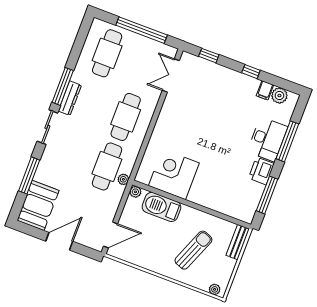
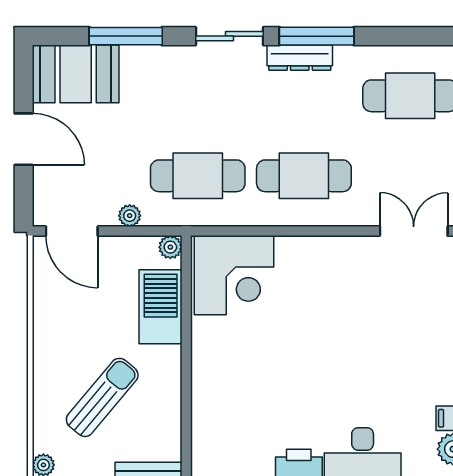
corner desk: (174, 174) -> (234, 275), moved, turned 90
plant: (123, 179) -> (130, 216), moved
sun lounger: (193, 250) -> (102, 397), turned -72

